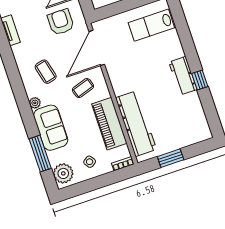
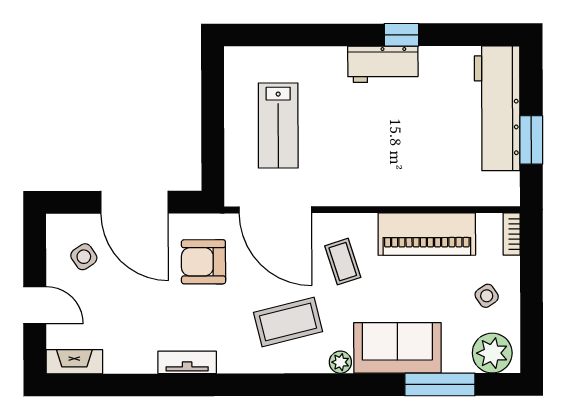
lab bench: (151, 25) -> (278, 125), moved
coffee table: (46, 72) -> (288, 322), width x1.36, depth x1.30
workbench: (136, 124) -> (497, 108), moved, turned -90

